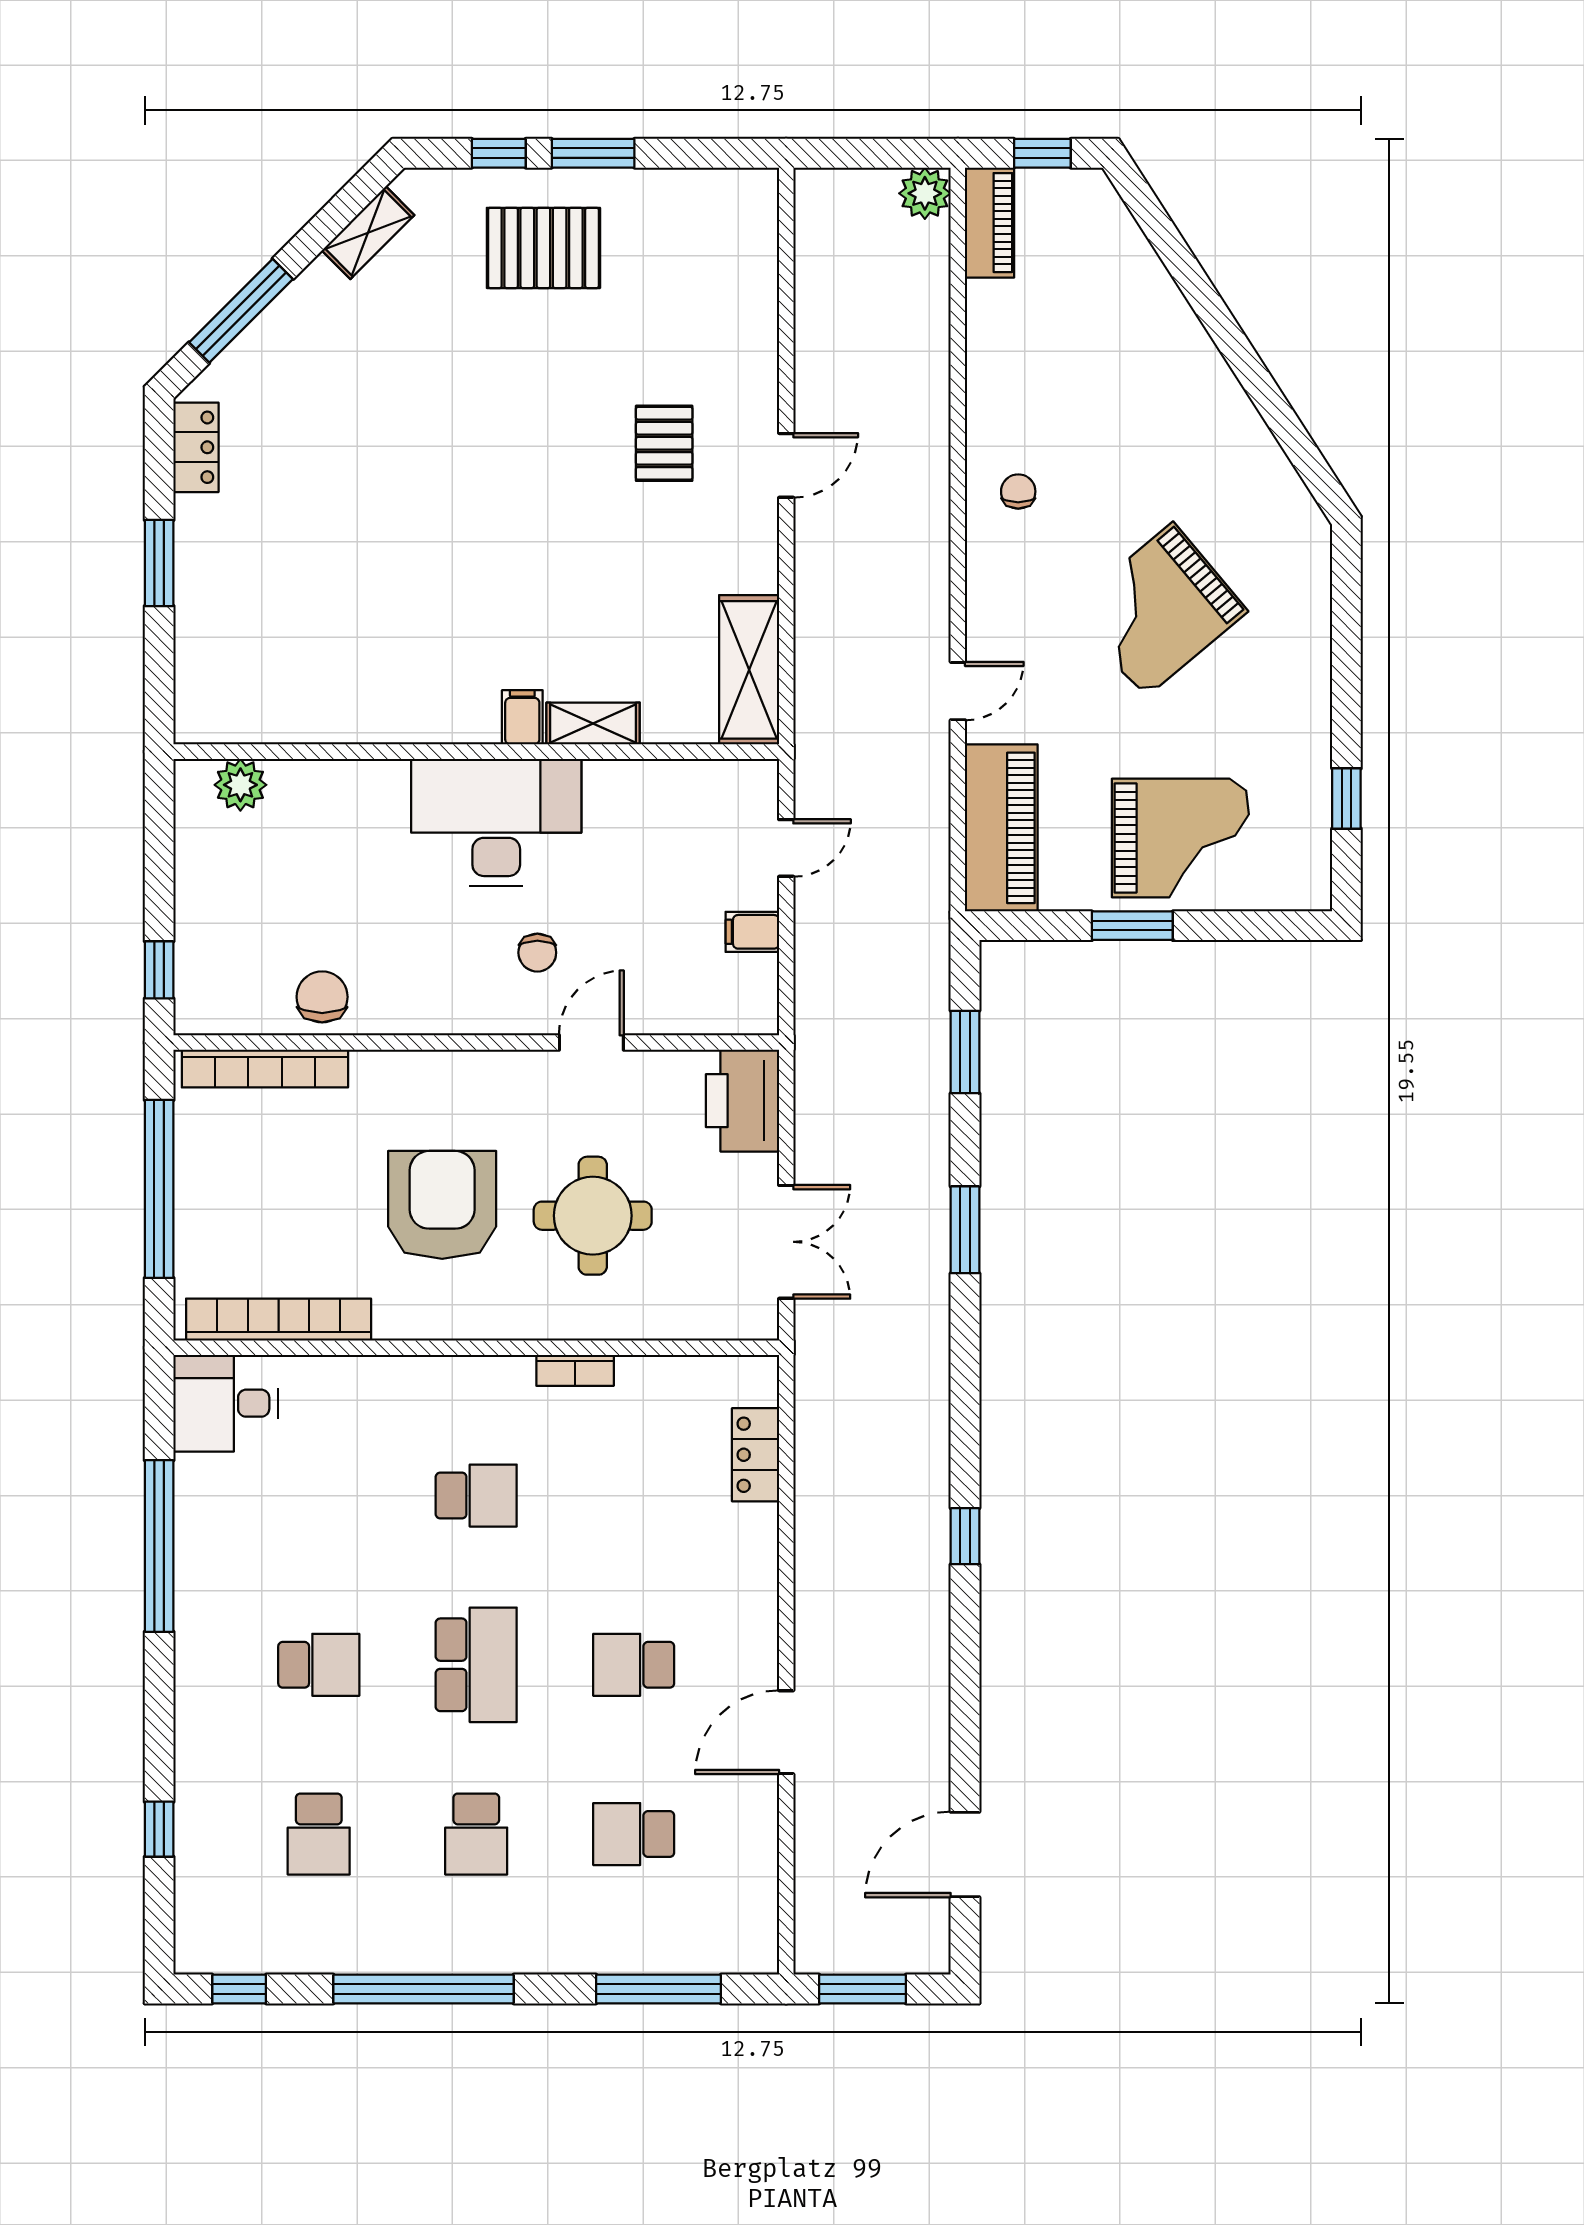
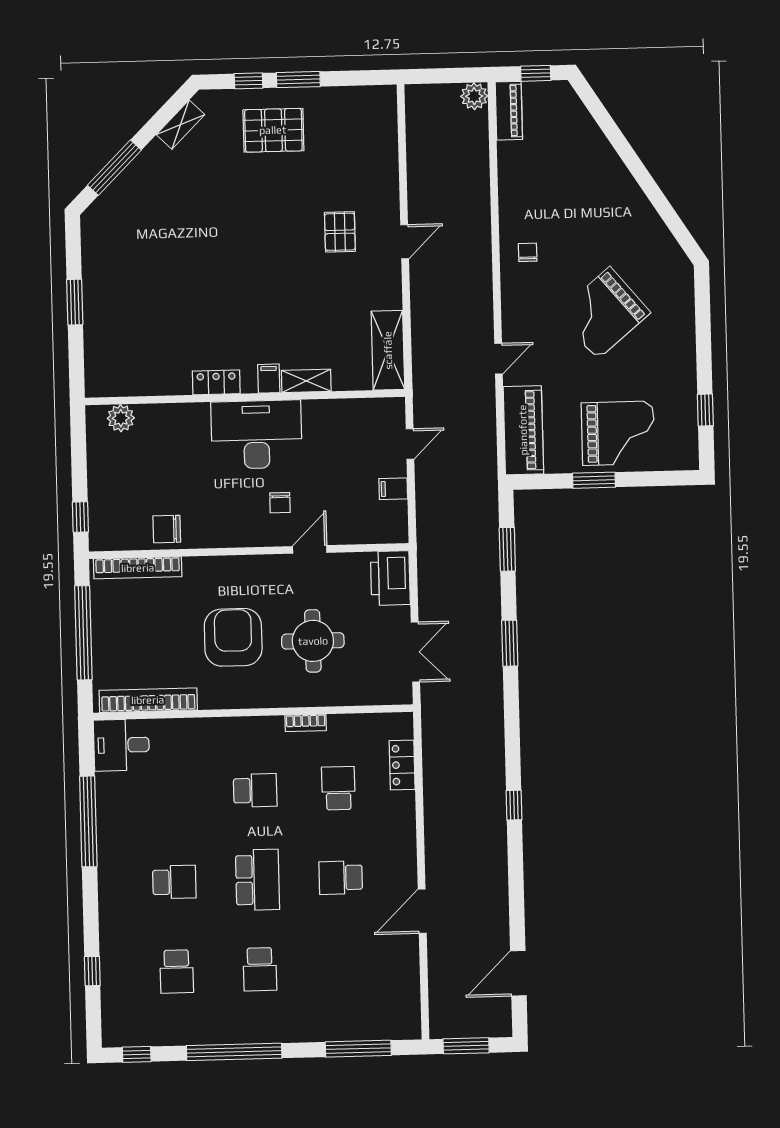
locker: (196, 447) -> (216, 382), moved, turned -90
chair: (322, 997) -> (167, 529), turned -90
school desk: (634, 1834) -> (338, 788), moved, turned 90

